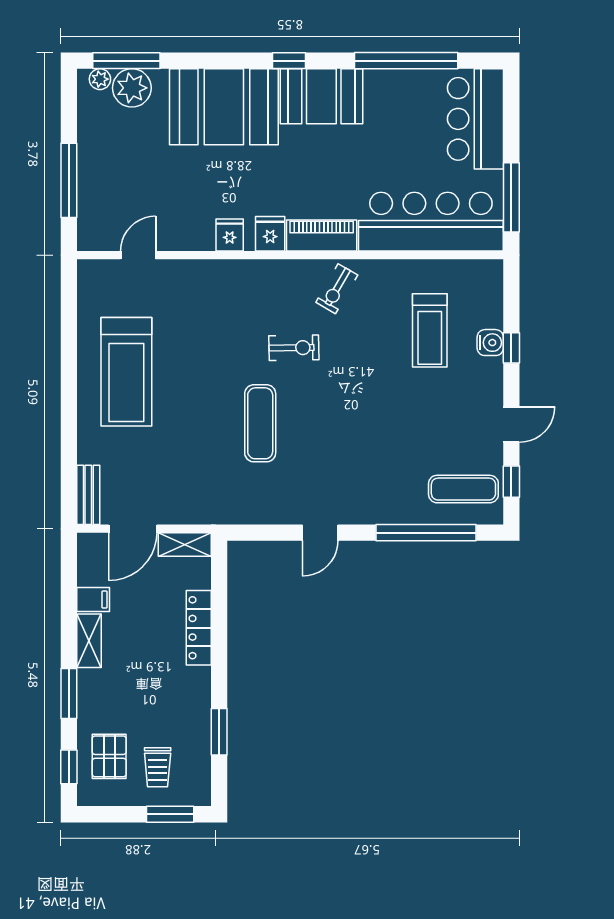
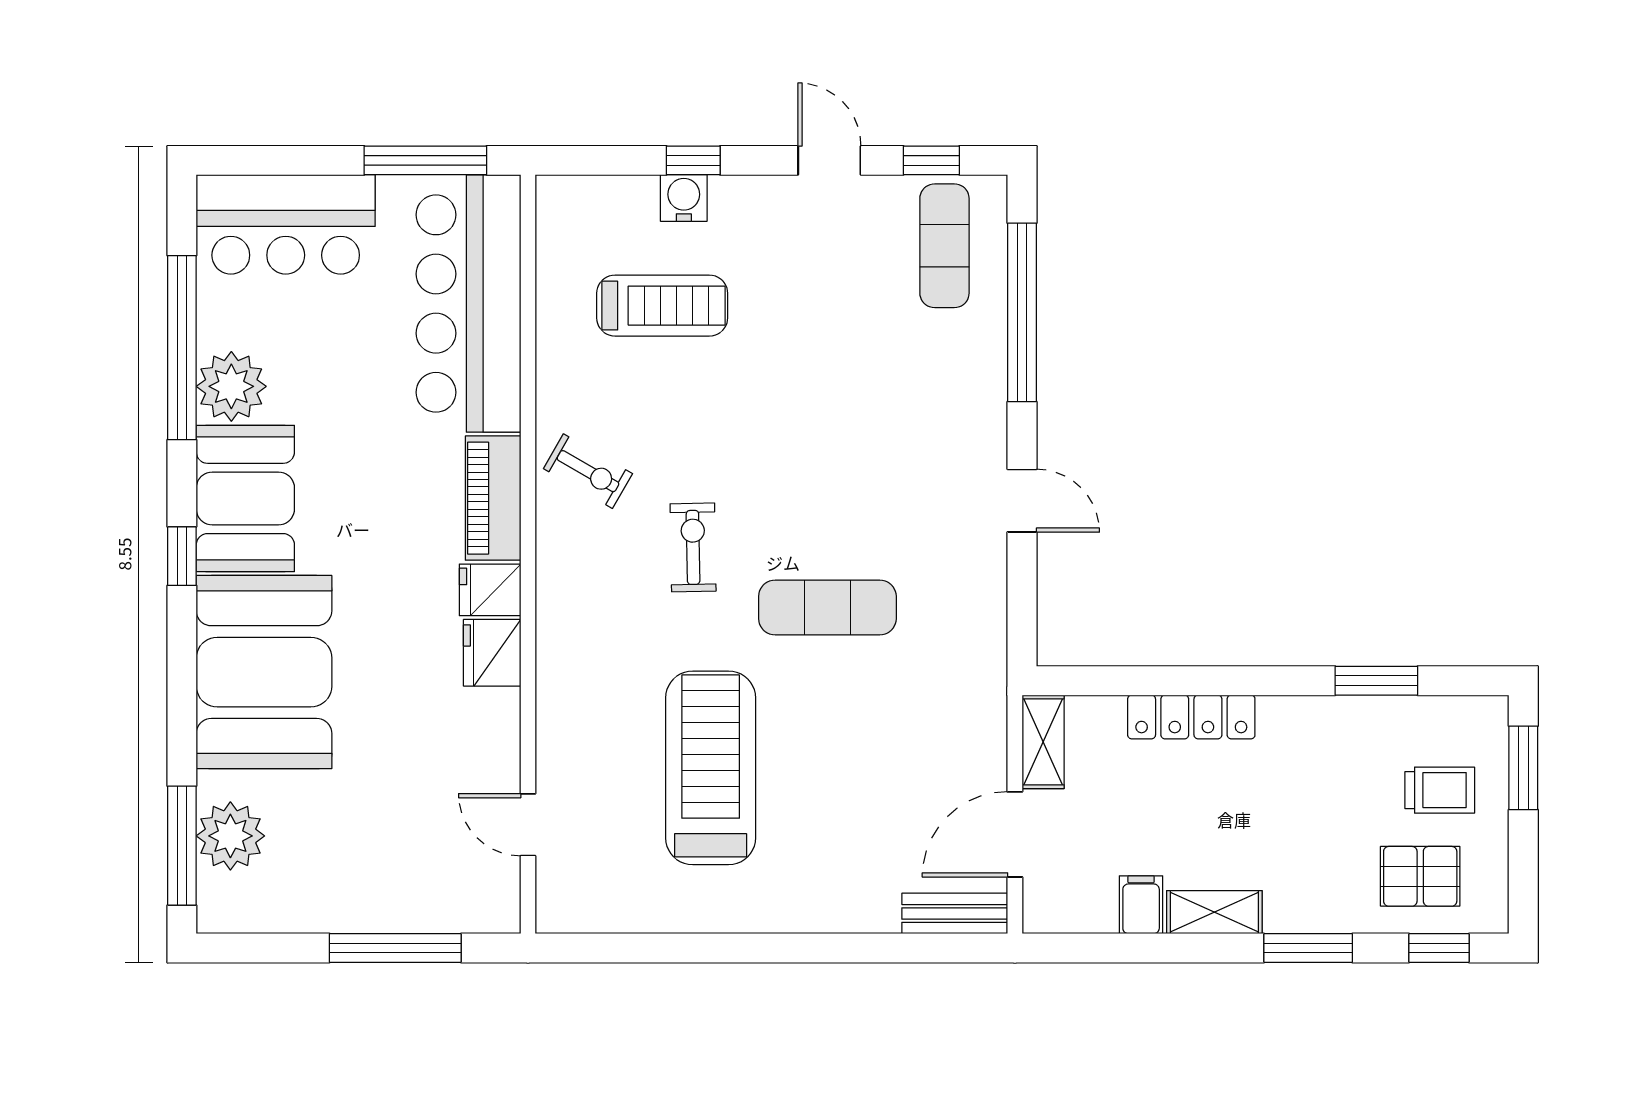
plant: (100, 79) -> (231, 386), moved, width x1.87, depth x1.87
fridge: (230, 235) -> (492, 653), width x1.38
treadmill: (126, 372) -> (711, 768), moved, turned -90
door: (133, 529) -> (1015, 834), swing flipped

